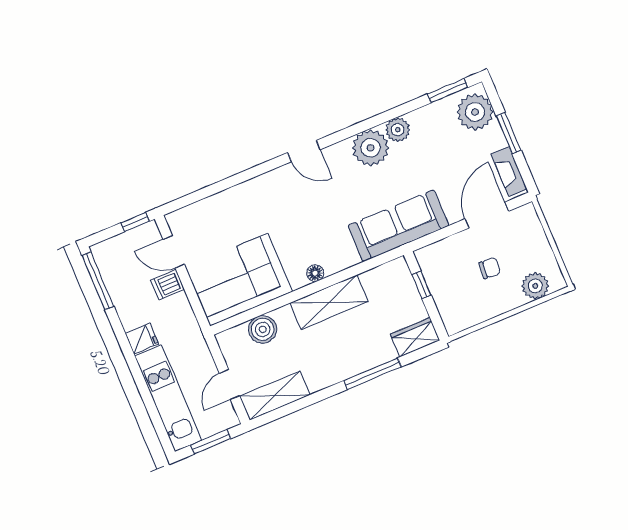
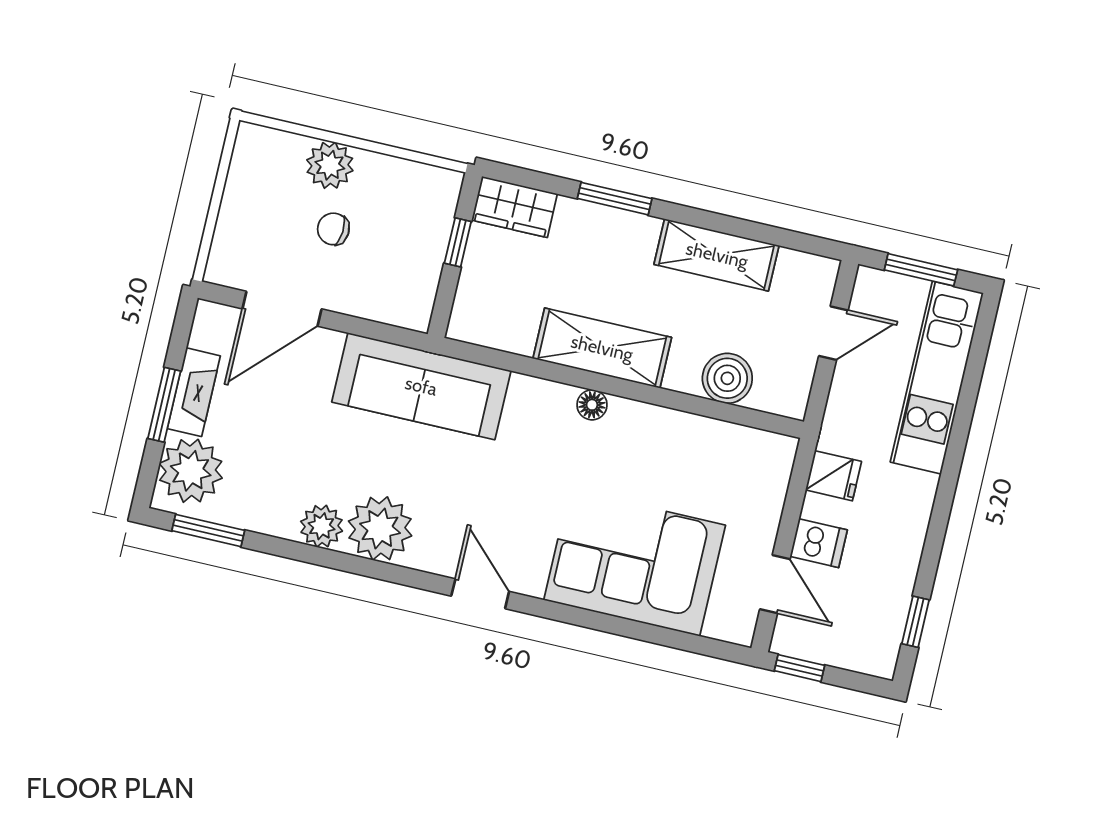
fireplace: (509, 172) -> (194, 392), moved
corner sofa: (239, 280) -> (635, 563), moved, turned 180
window: (98, 281) -> (915, 622), width x0.46
window: (421, 285) -> (458, 242), moved
plant: (535, 286) -> (330, 165), moved
fridge: (142, 339) -> (833, 476), moved, turned 180
window: (372, 374) -> (615, 199), width x0.69
shelving: (275, 396) -> (717, 255), moved

